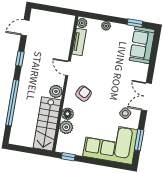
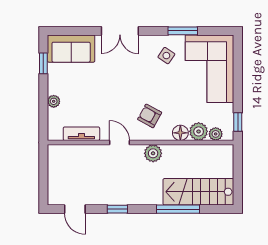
plant: (82, 23) -> (216, 134), moved
door: (68, 68) -> (119, 143), swing flipped
double door: (146, 97) -> (120, 31), moved
window: (12, 103) -> (178, 209), width x0.68
stairs: (47, 124) -> (198, 192), moved, turned 180
window: (139, 140) -> (183, 31), moved

